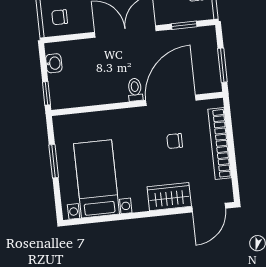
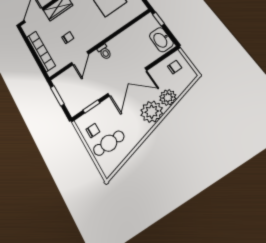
washbasin: (54, 63) -> (161, 40), width x1.91, depth x1.45
door: (171, 100) -> (80, 58), width x0.53

